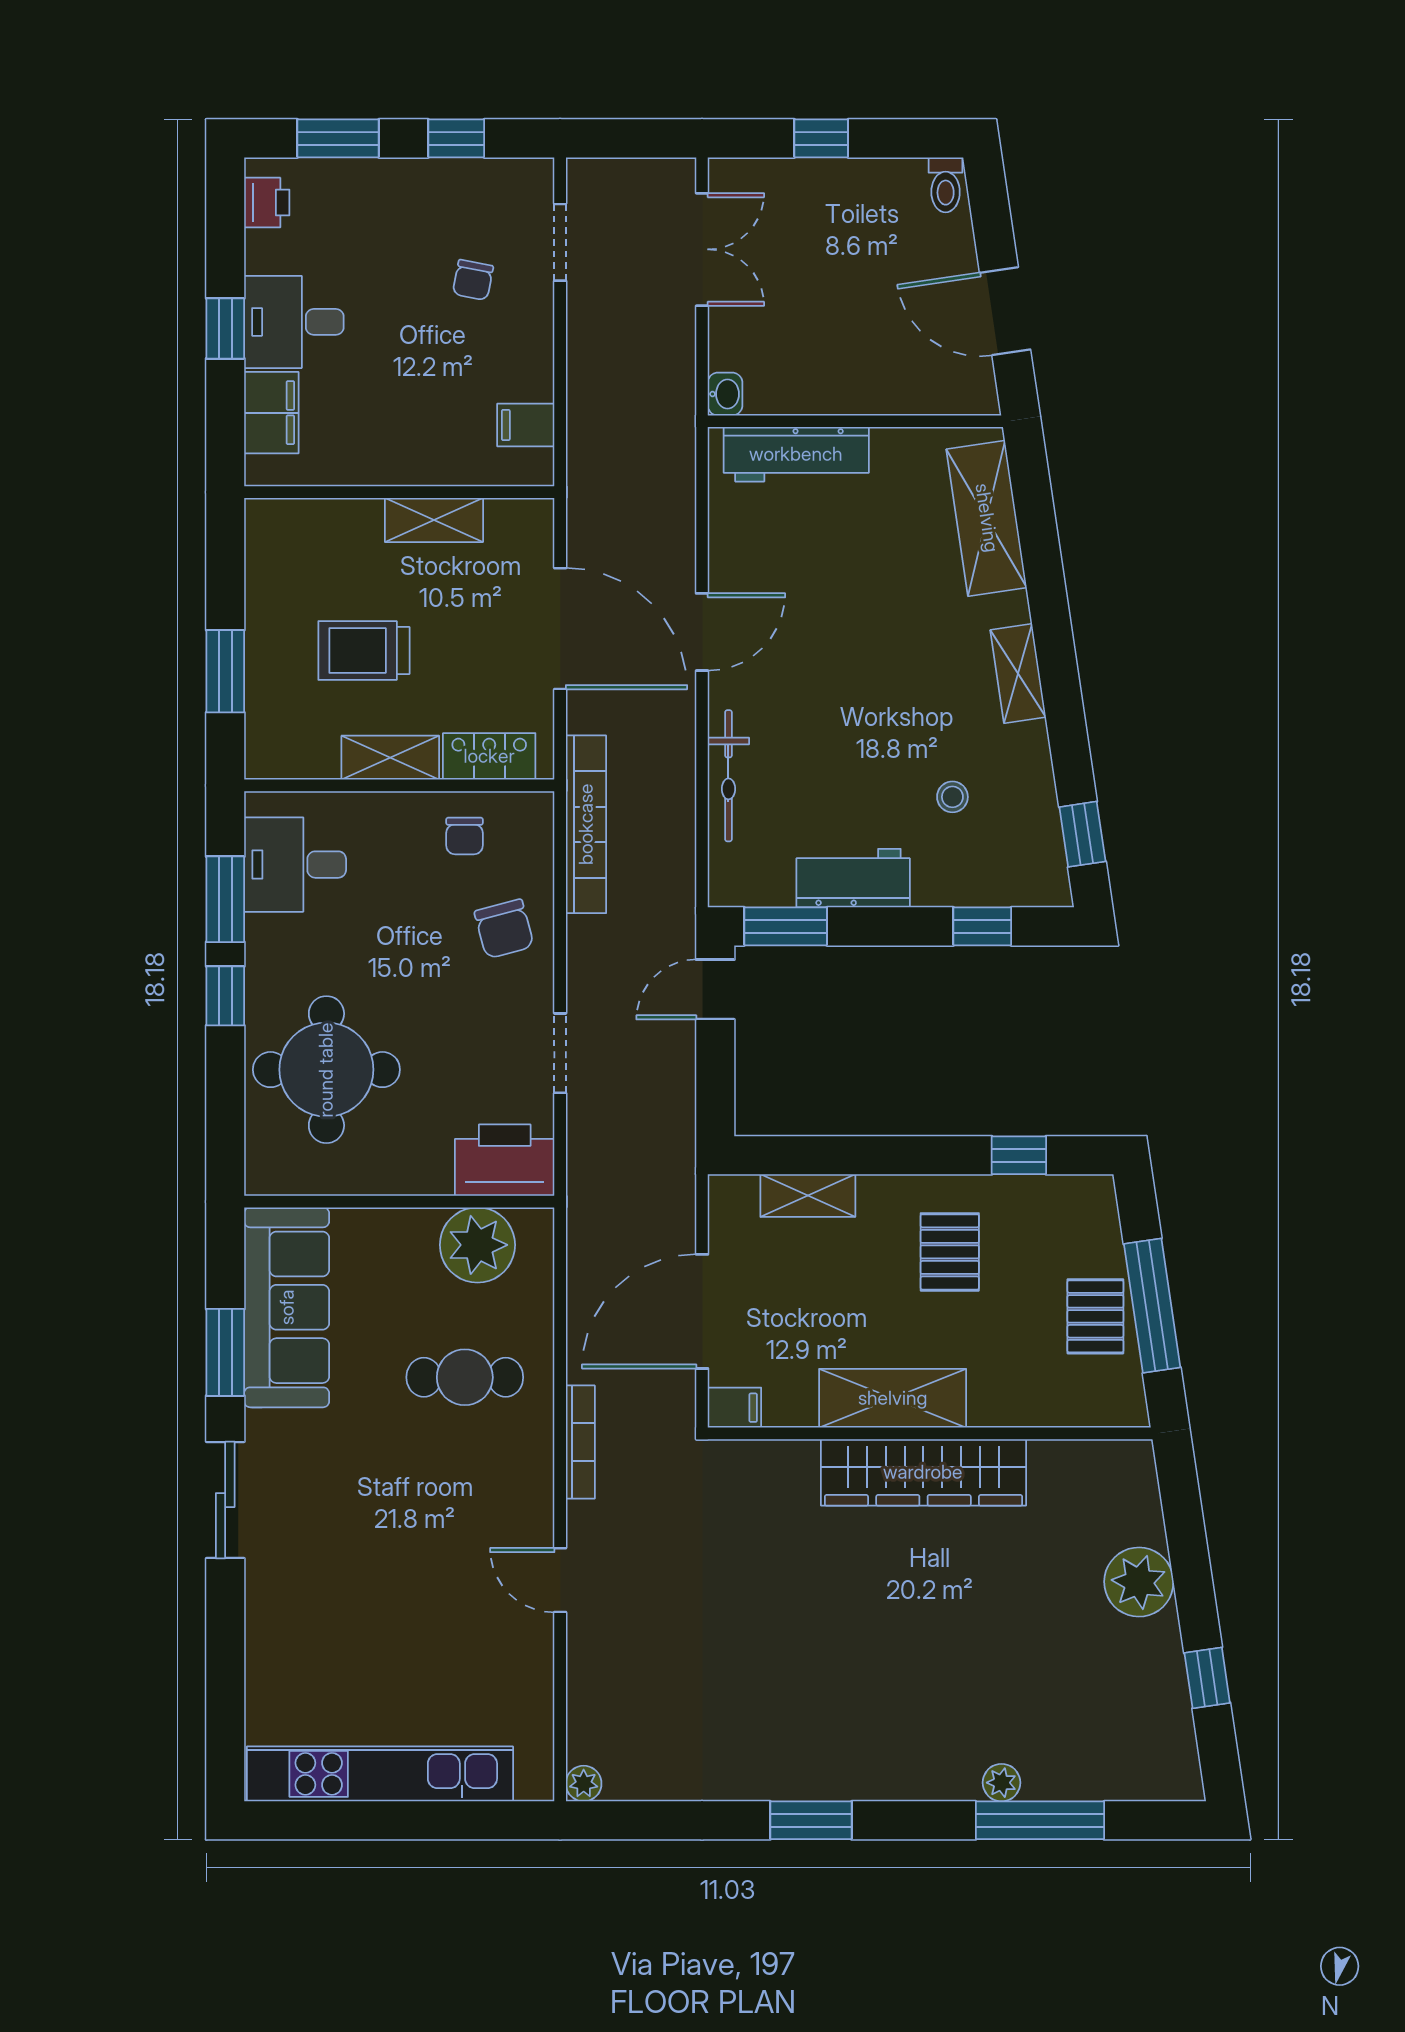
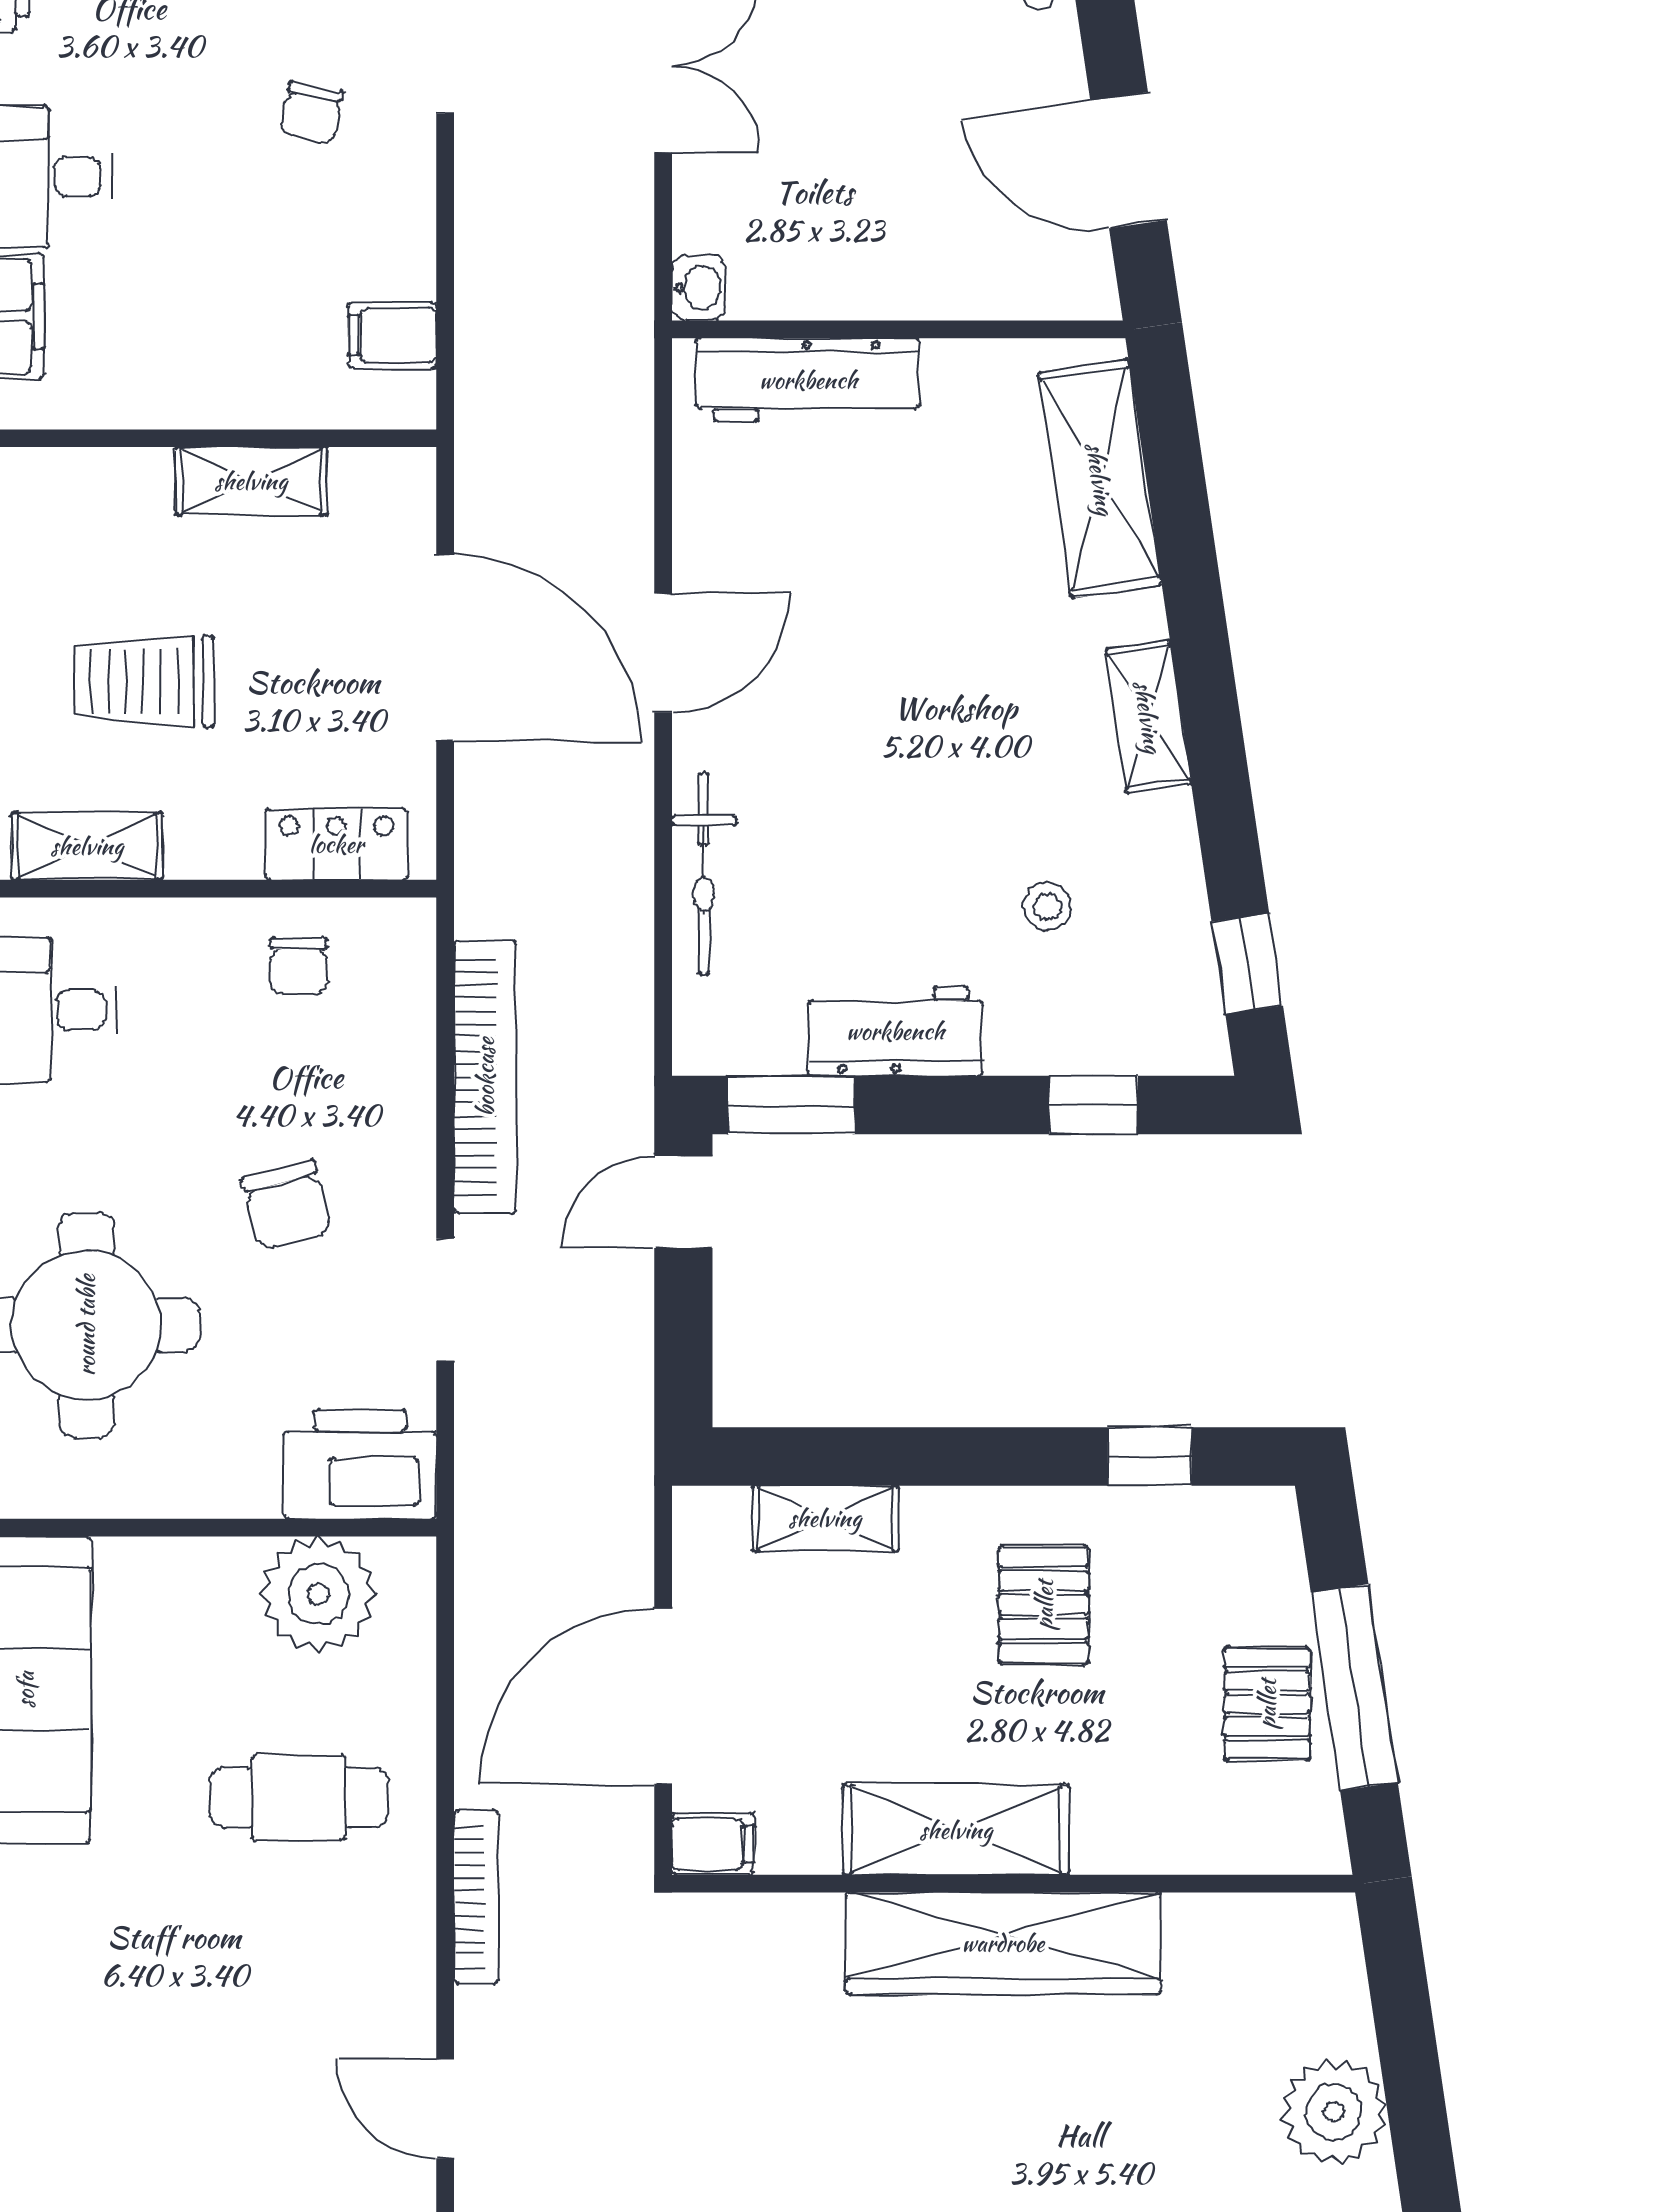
shelving: (390, 758) -> (87, 846), moved
bookcase: (586, 824) -> (485, 1077), moved
chair: (504, 929) -> (287, 1205), moved

